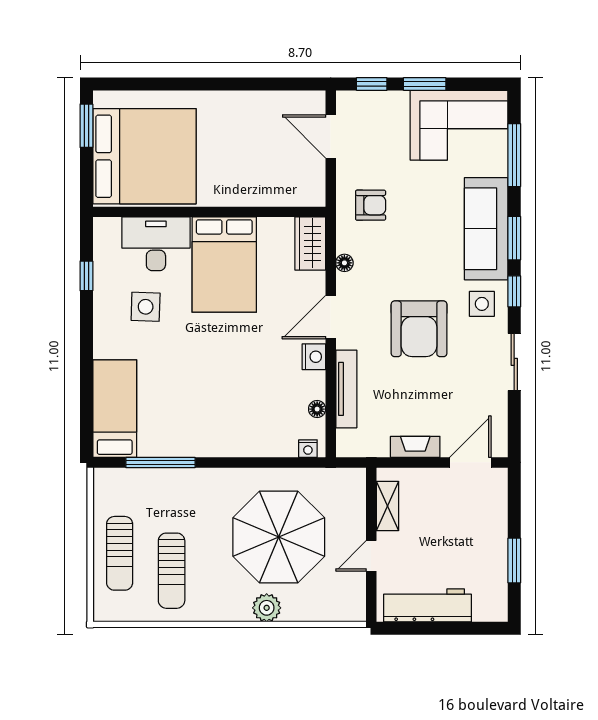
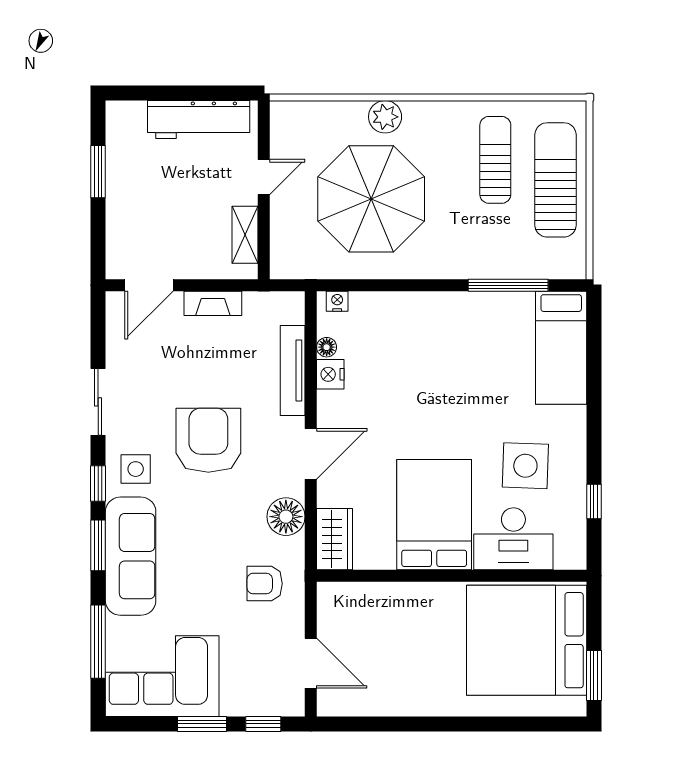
floor lamp: (344, 263) -> (286, 517), width x1.89, depth x1.89
side table: (146, 307) -> (525, 466), width x1.37, depth x1.37
nightstand: (314, 357) -> (330, 374), moved
sun lounger: (120, 553) -> (556, 180), width x1.36, depth x1.34

